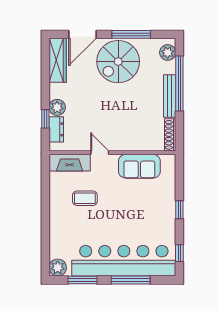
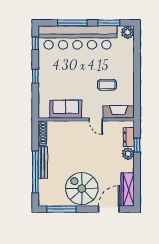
window: (131, 34) -> (61, 209), moved
plant: (168, 53) -> (44, 195), removed
spiral stairs: (118, 62) -> (82, 189), turned -90

